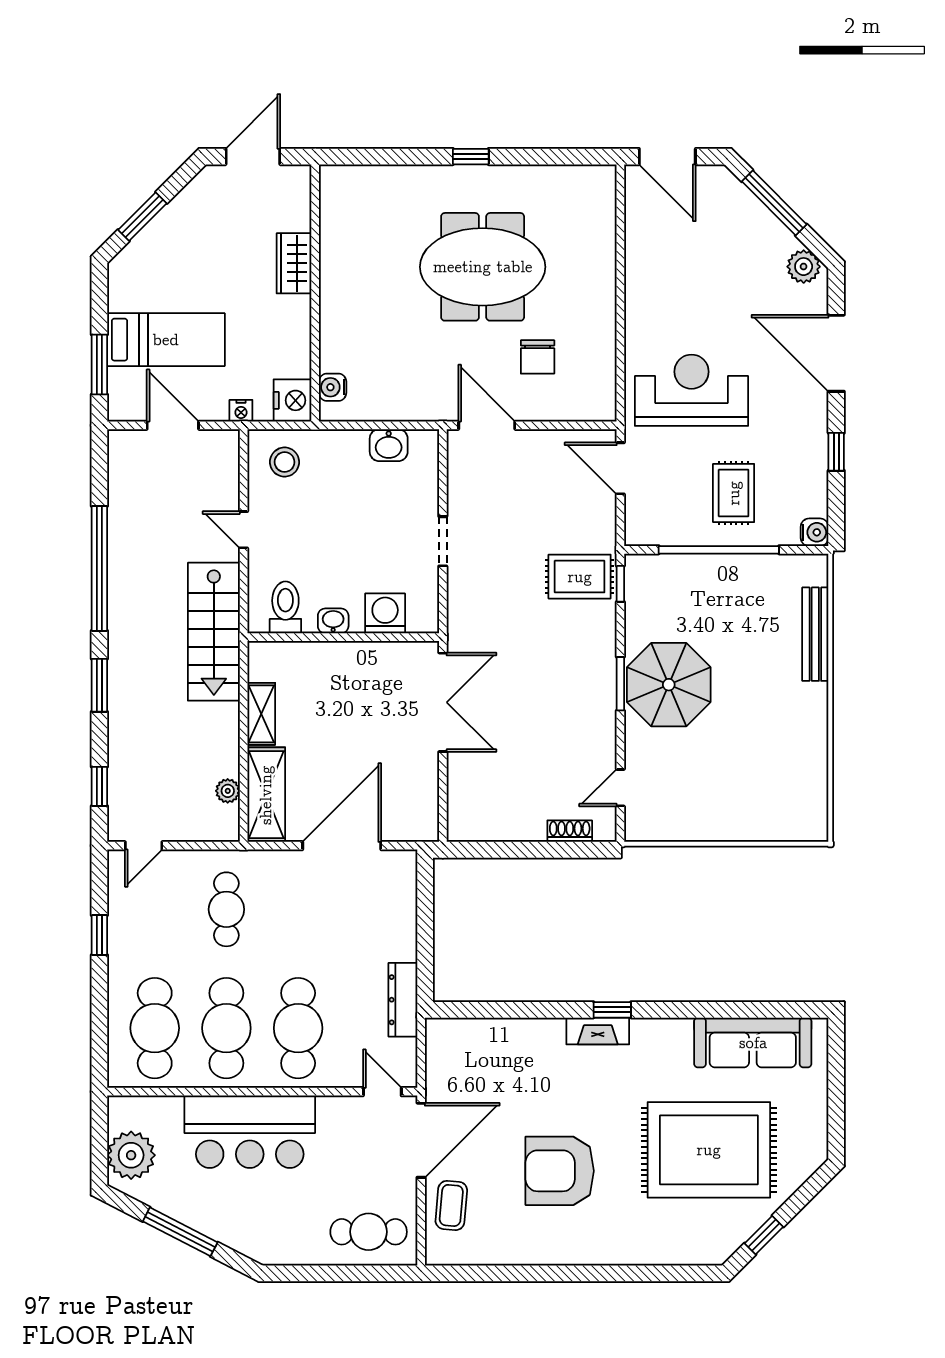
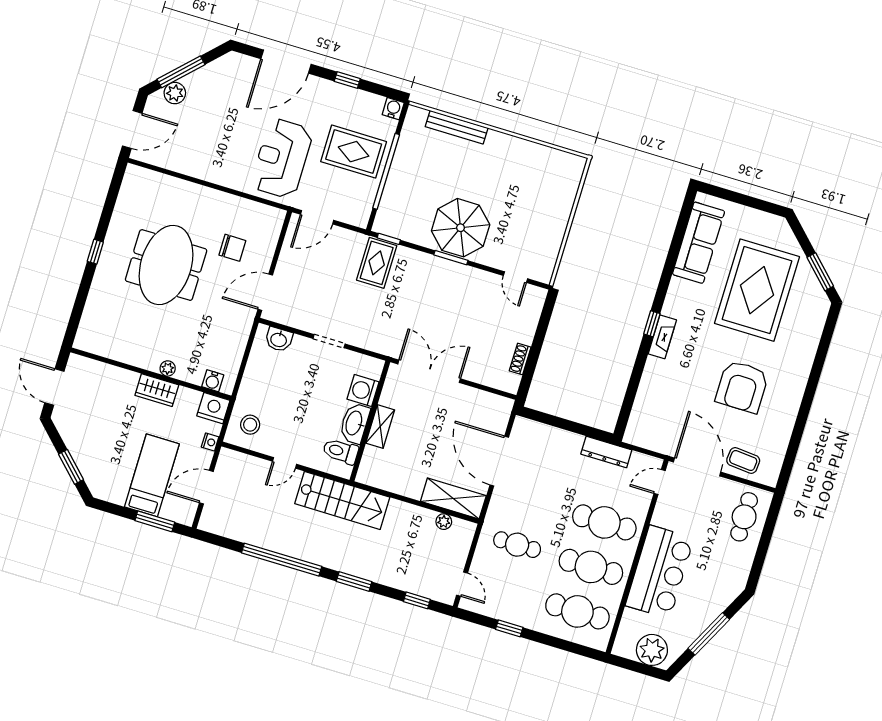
wardrobe: (294, 263) -> (157, 390), moved
plant: (804, 267) -> (175, 93), moved
plant: (331, 315) -> (168, 368), added
washbasin: (389, 445) -> (279, 339), moved, turned 90
rug: (734, 493) -> (354, 152), width x1.36, depth x1.43
washbasin: (333, 621) -> (354, 423), width x1.91, depth x1.45
shelving: (261, 714) -> (380, 426), moved, turned 90
shoe rack: (570, 831) -> (520, 359), moved
window: (764, 1235) -> (820, 272), width x1.50

